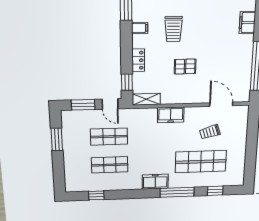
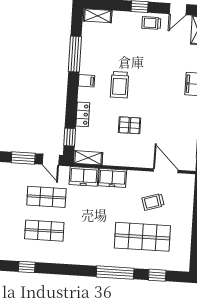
freezer: (155, 182) -> (84, 176), moved, turned 180

